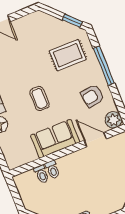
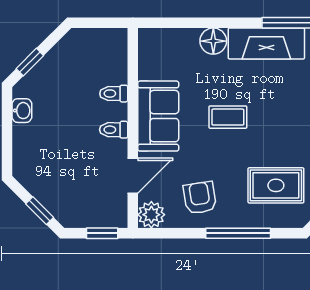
rug: (68, 55) -> (276, 185), turned 90
toilet: (42, 174) -> (114, 130), moved

